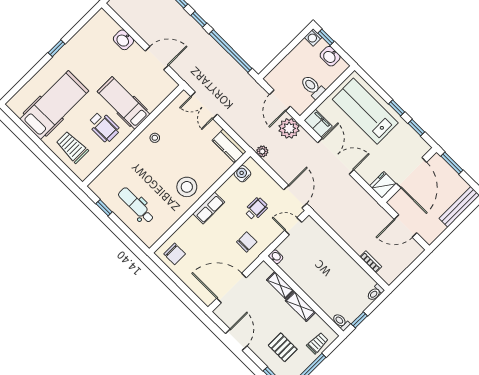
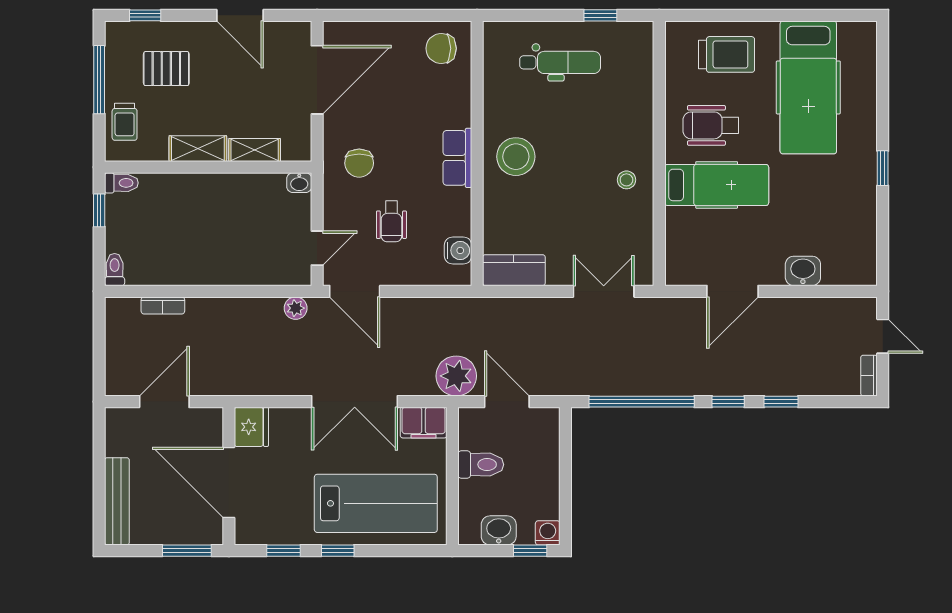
plant: (262, 151) -> (296, 308), moved

